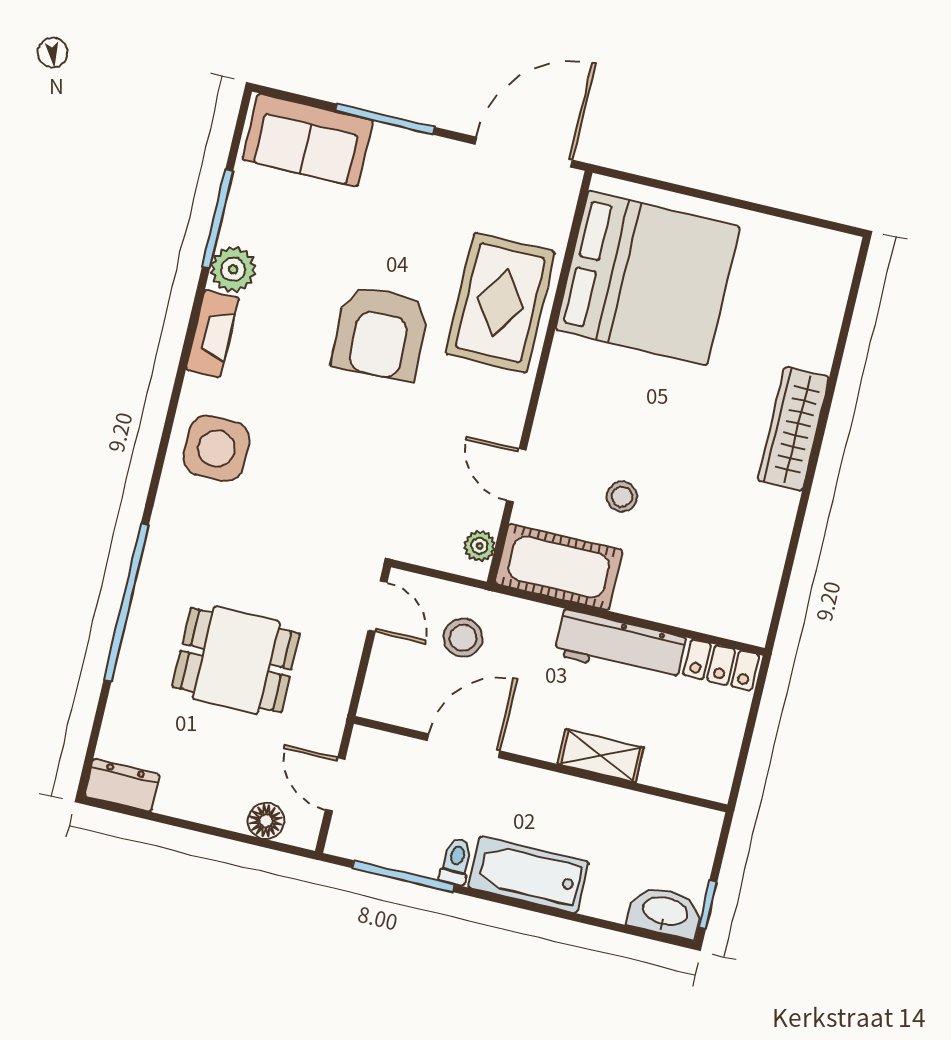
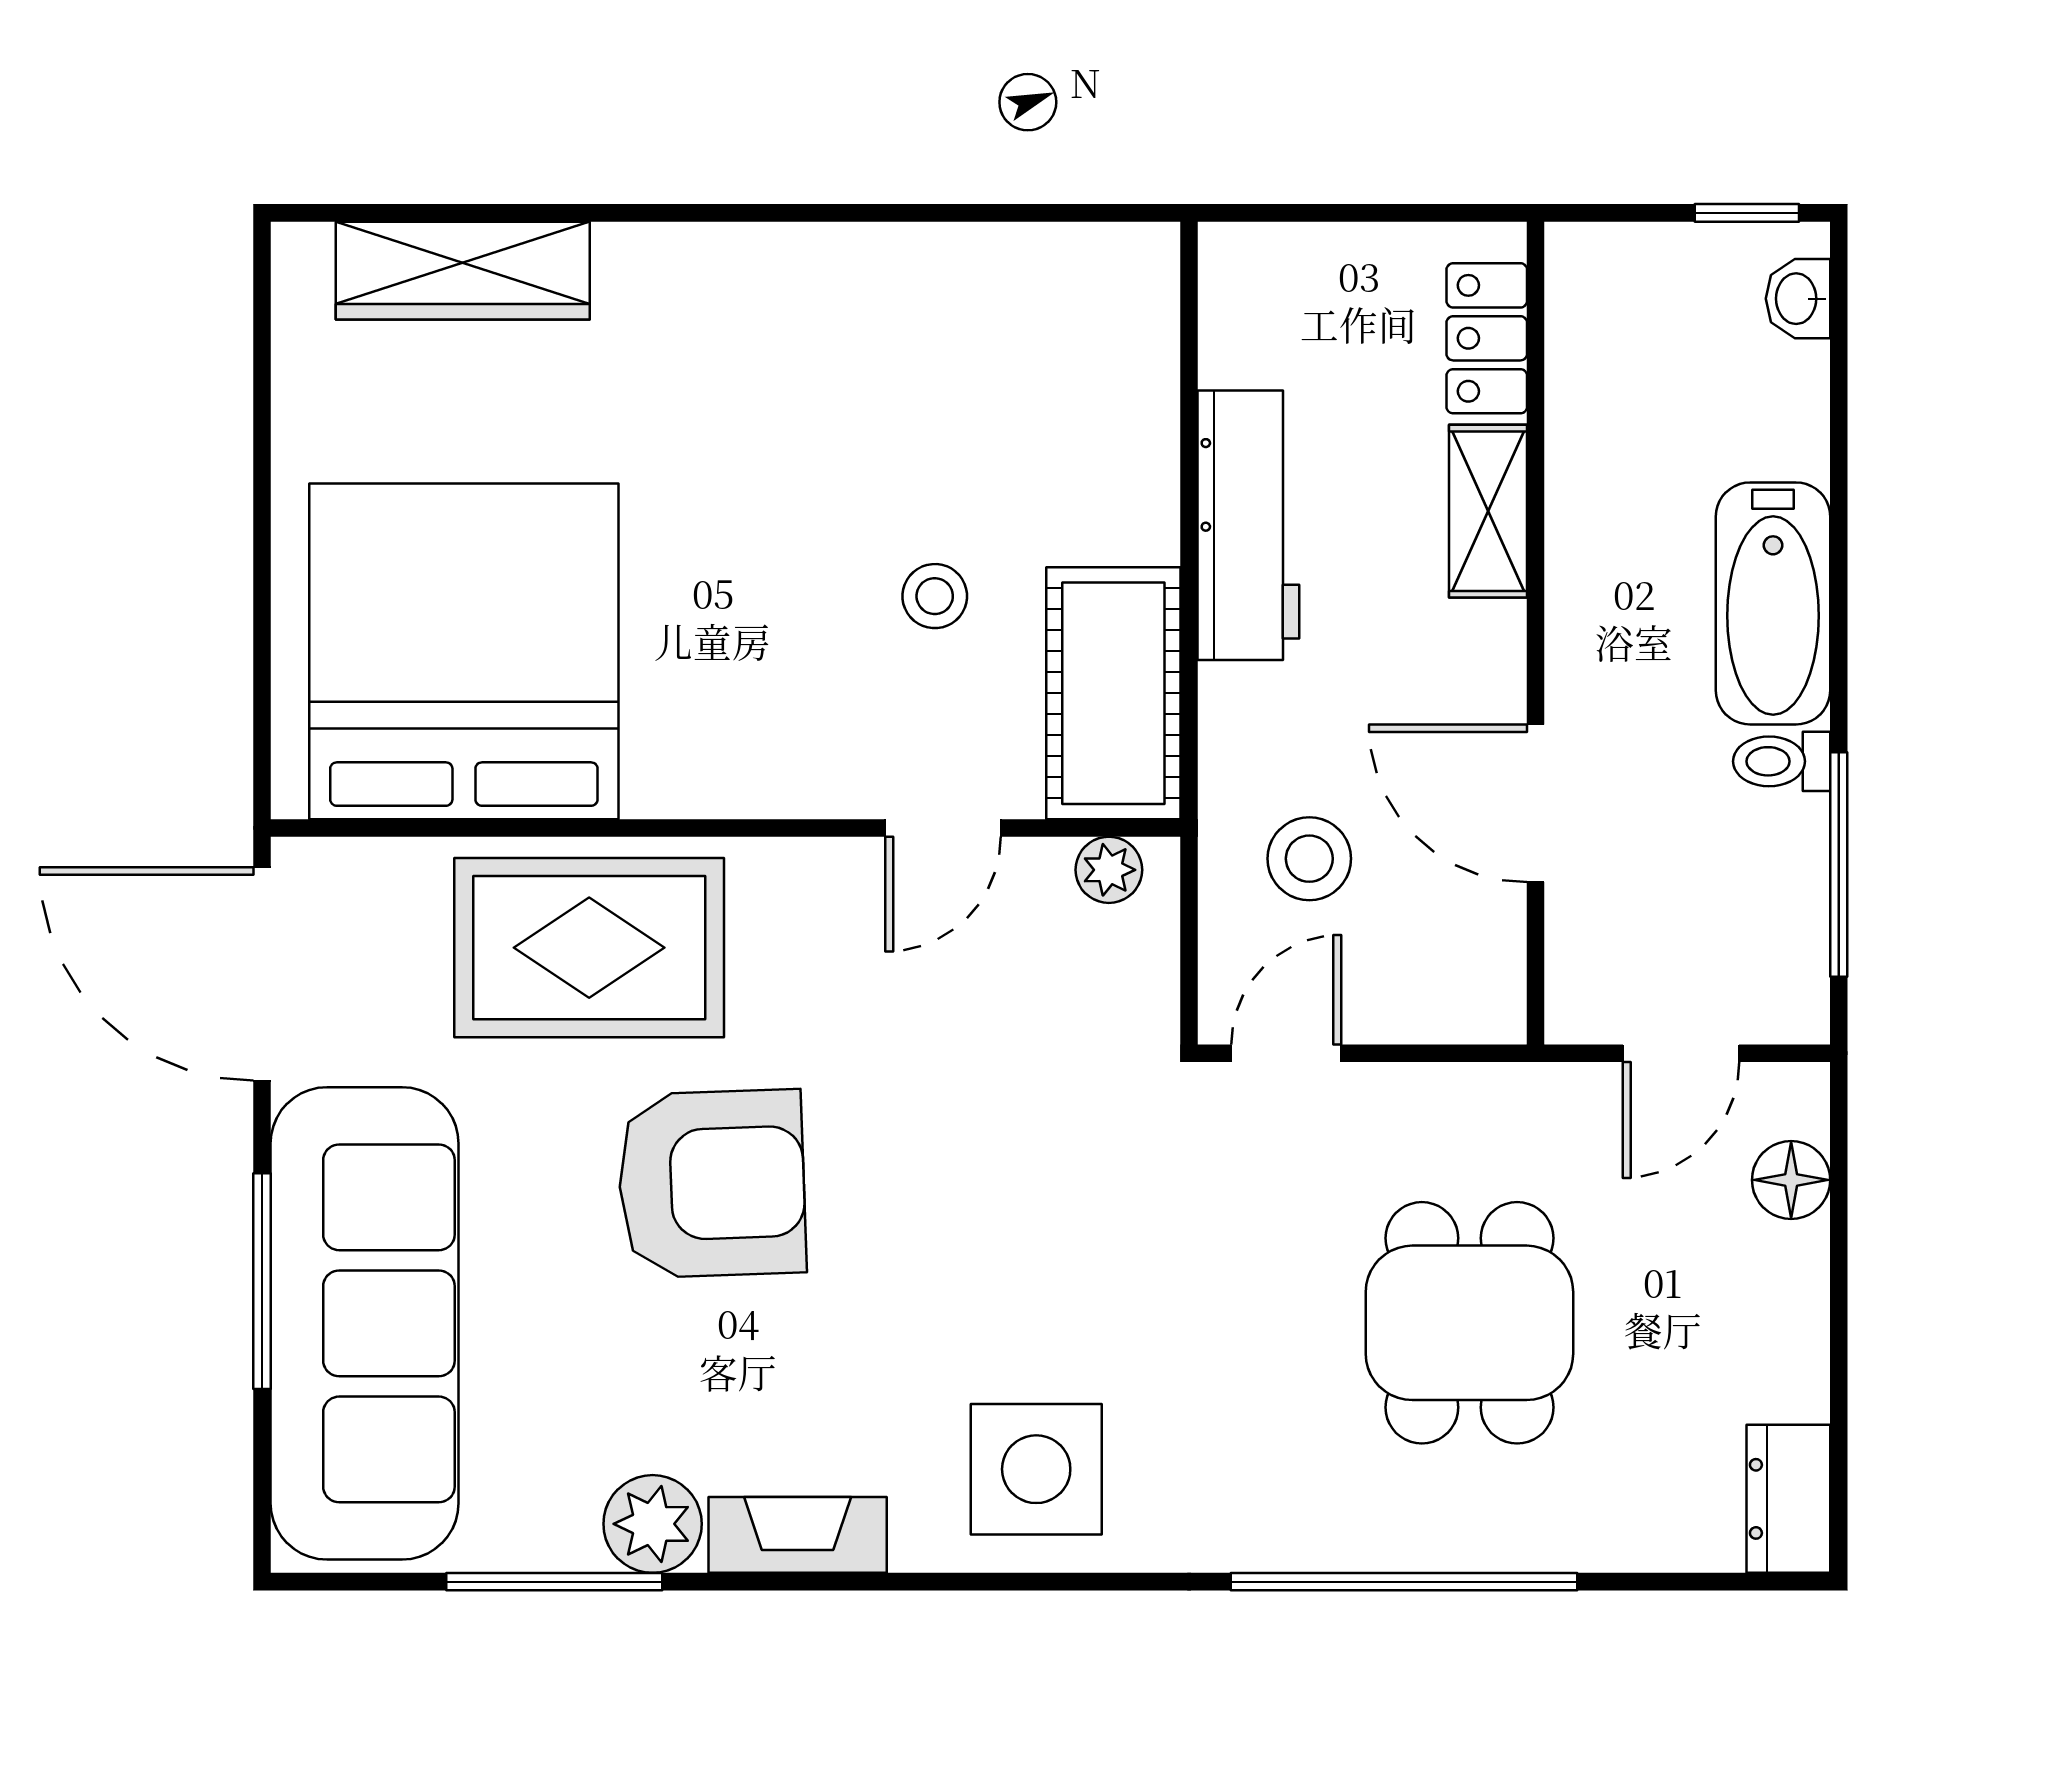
sofa: (308, 140) -> (365, 1323), width x1.85, depth x1.27
wardrobe: (793, 429) -> (463, 271), moved
locker: (721, 665) -> (1487, 338), moved, turned 180
washbasin: (665, 912) -> (1798, 299), width x0.52, depth x0.69

